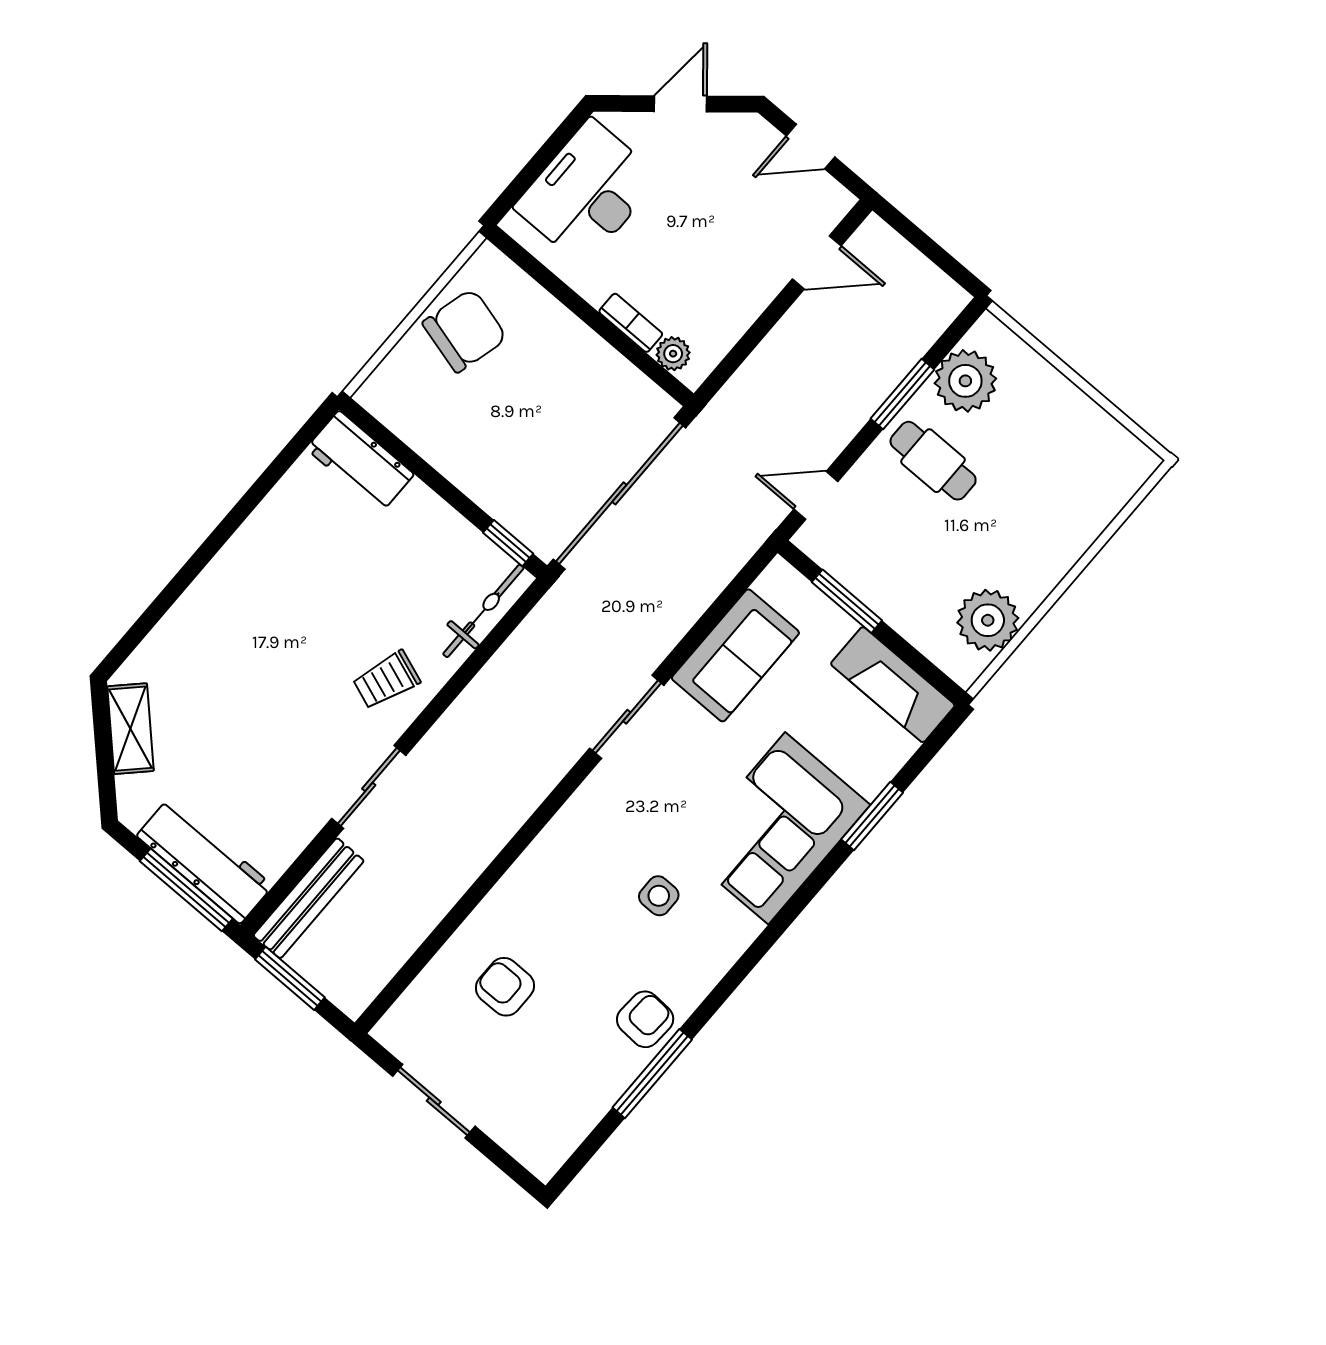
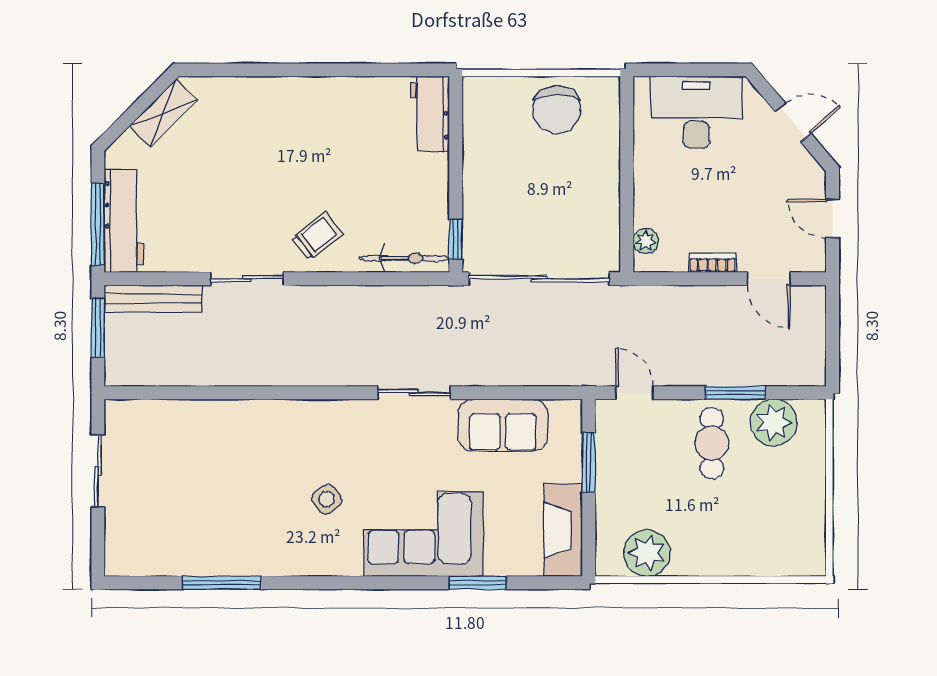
bookcase: (631, 323) -> (713, 263), moved, turned -90
chair: (465, 331) -> (557, 110), turned 75
trolley: (386, 680) -> (317, 236), turned 122
side table: (659, 896) -> (327, 499), turned -37
armchair: (505, 987) -> (199, 455), removed
armchair: (645, 1019) -> (249, 552), removed

